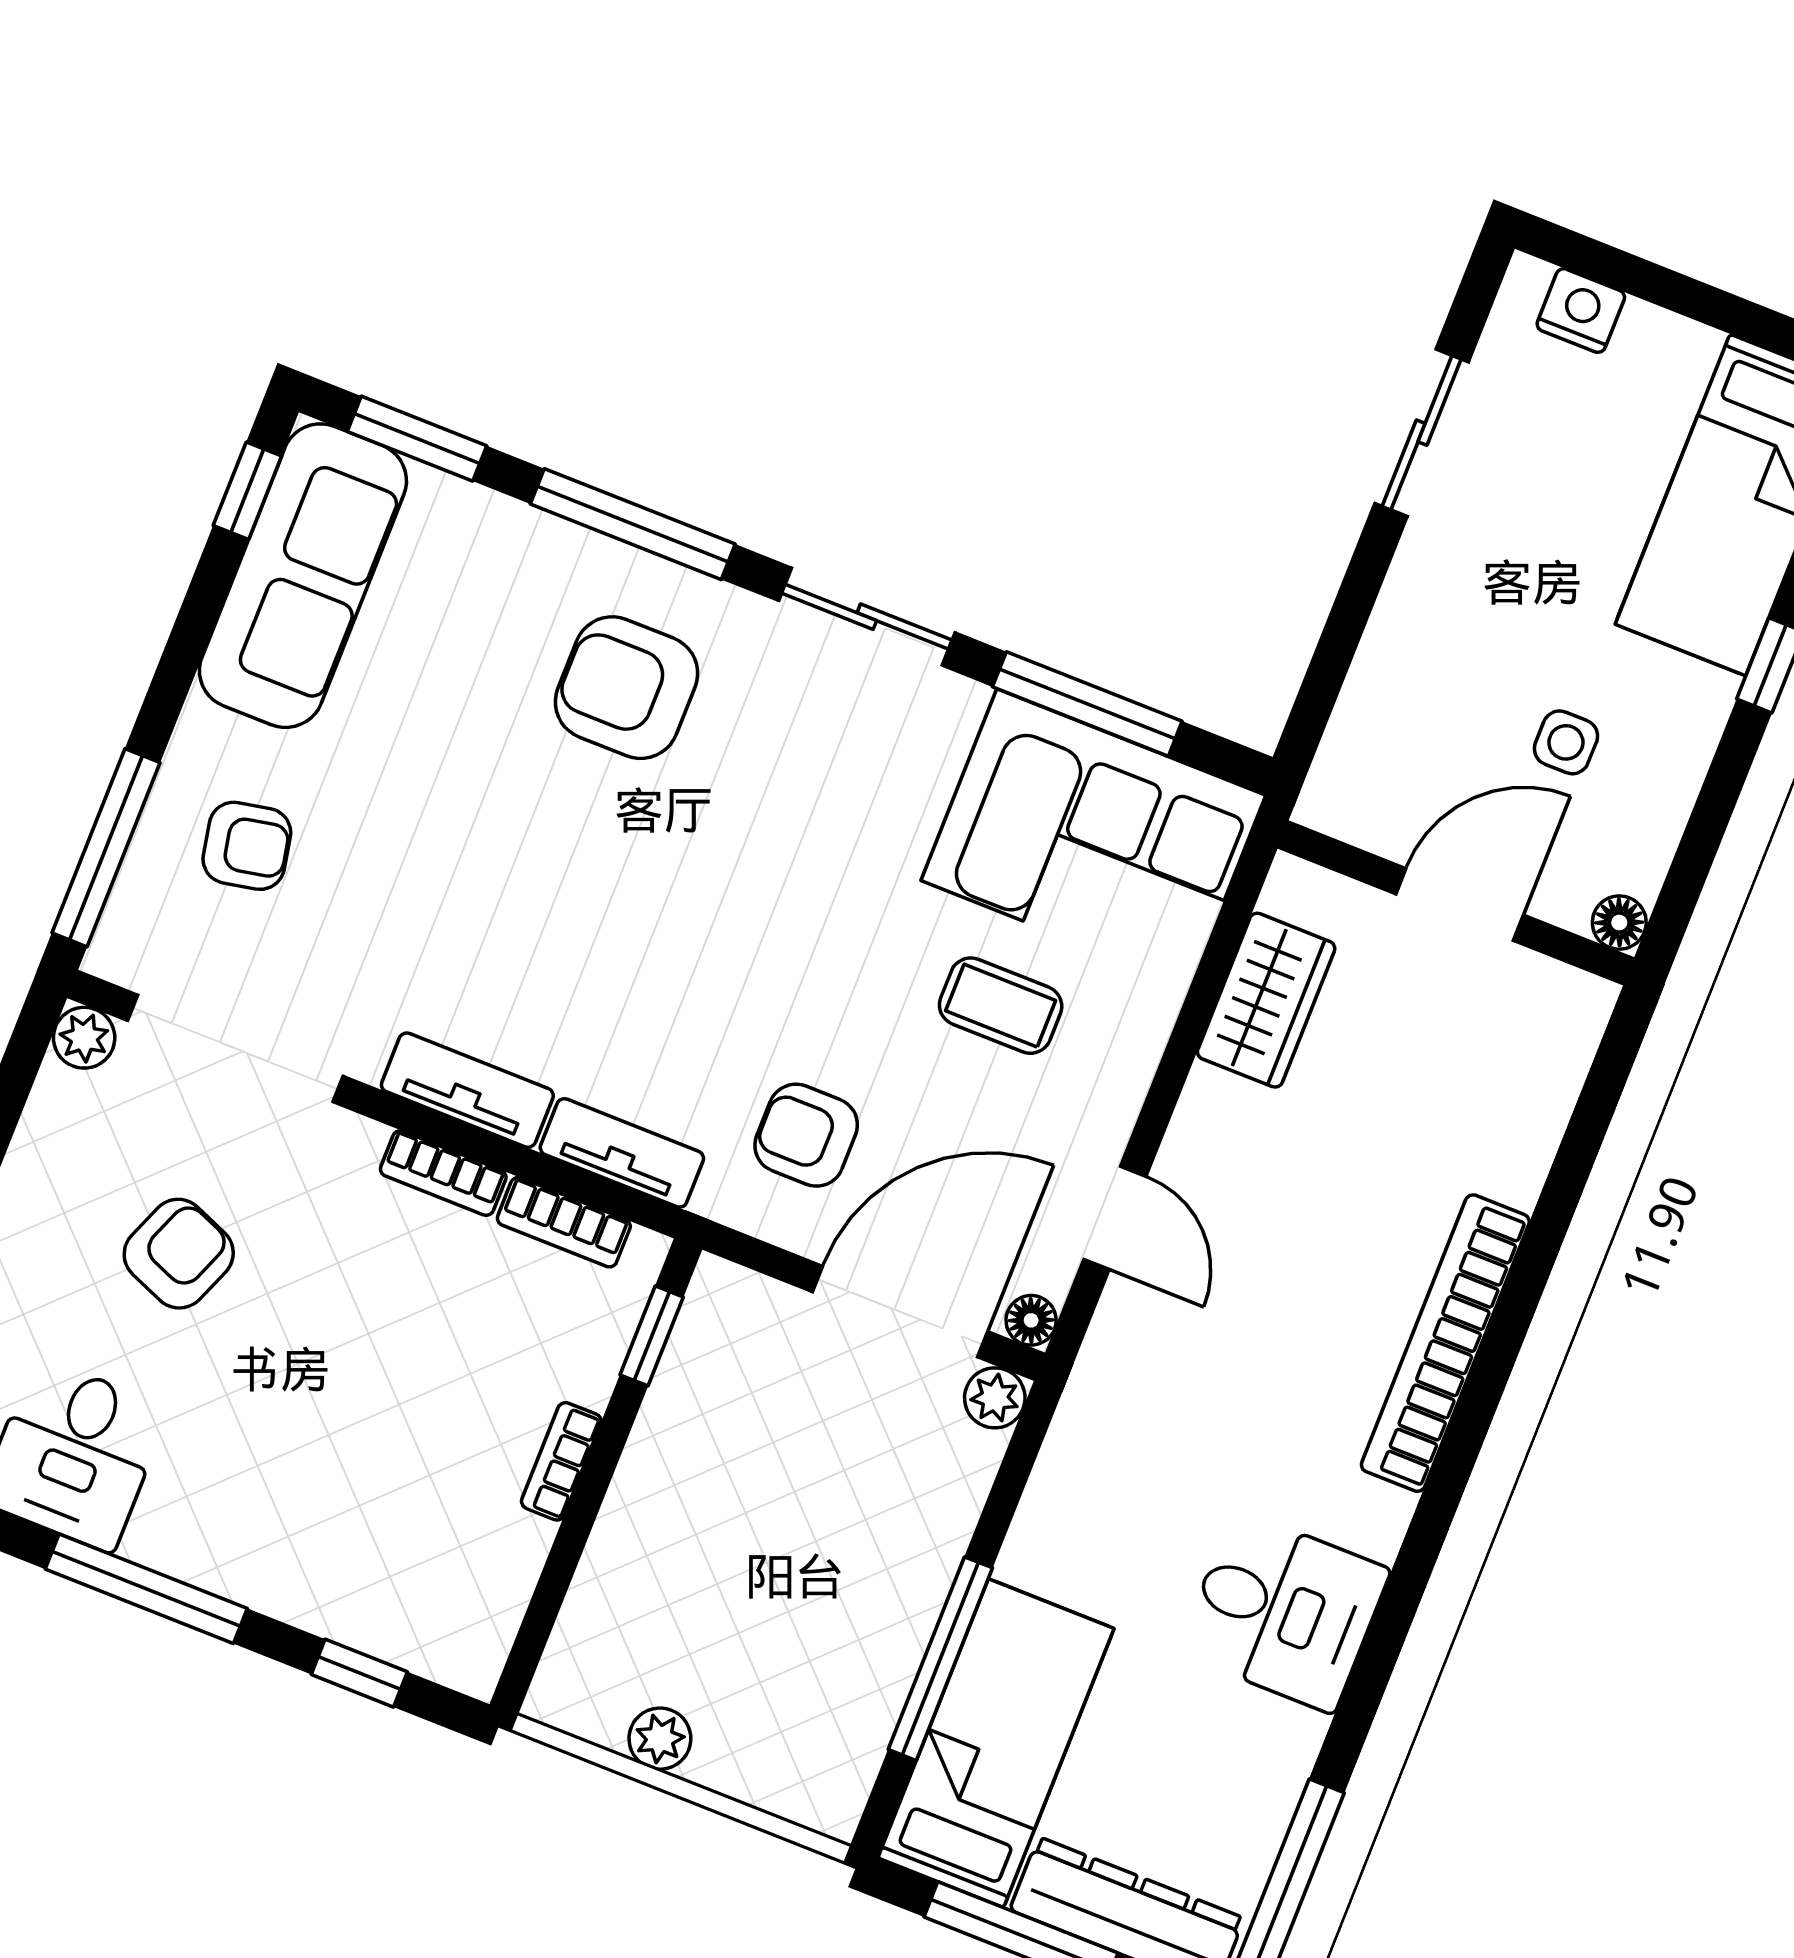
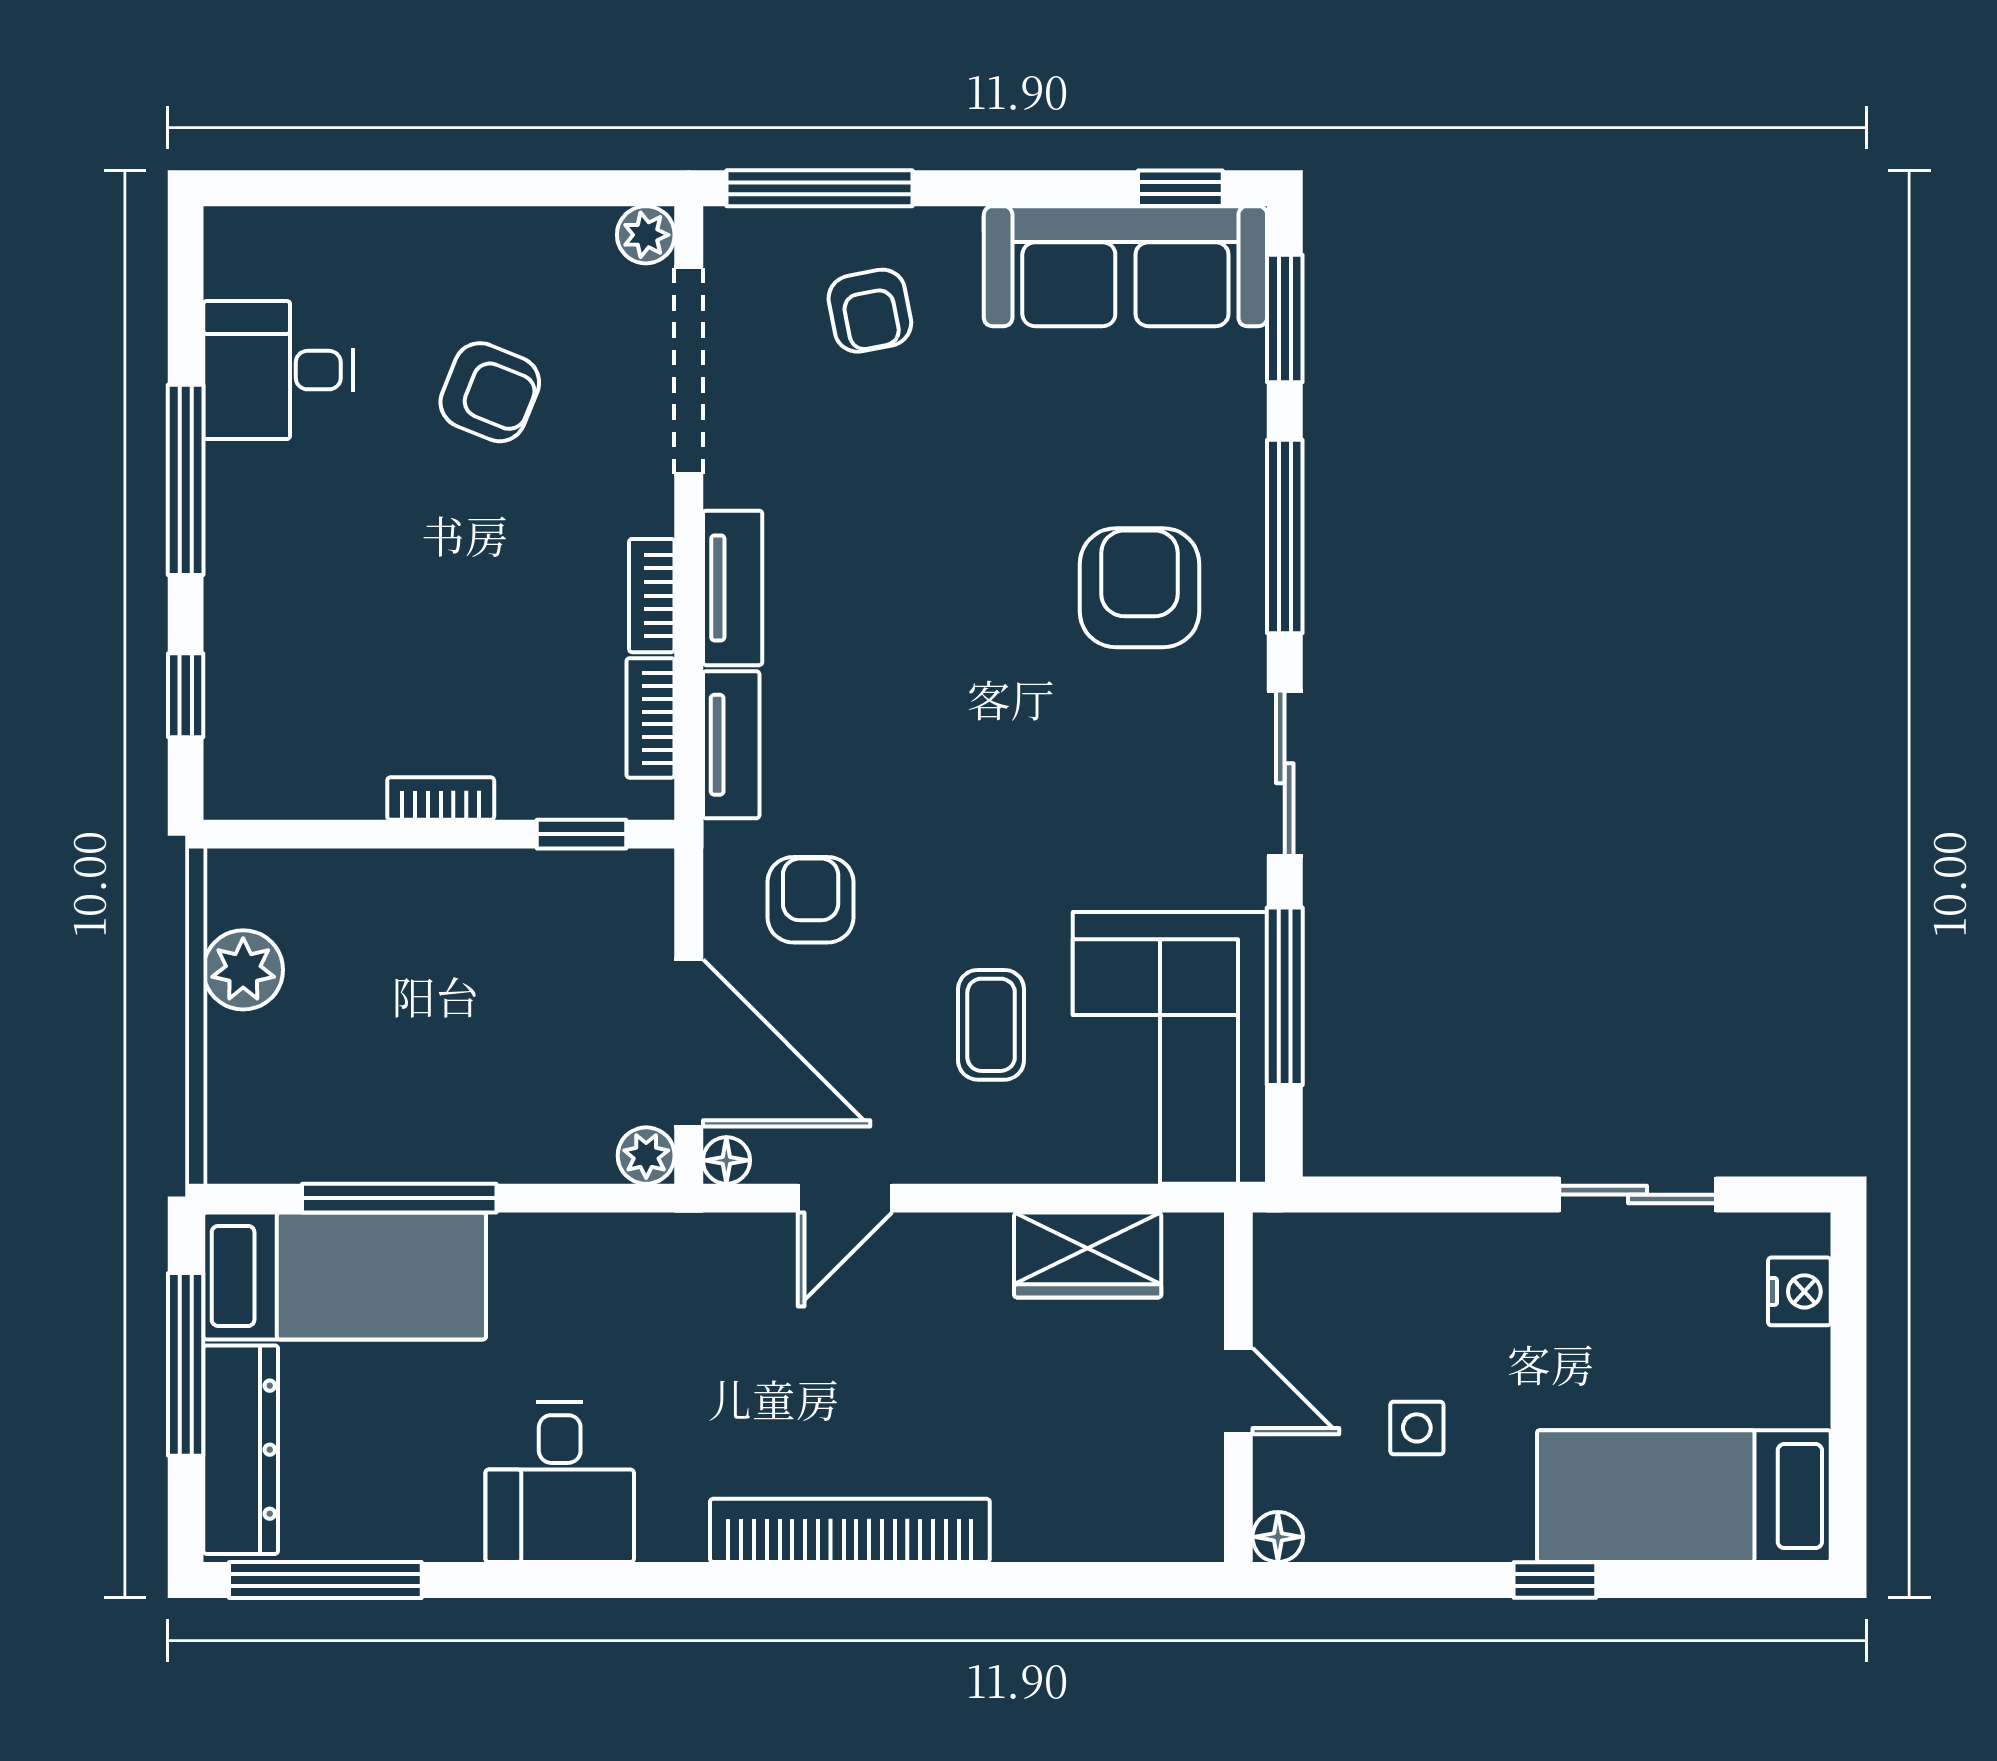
door: (1460, 904) -> (1238, 1391), width x0.73
plant: (660, 1739) -> (243, 970), width x1.38, depth x1.38

